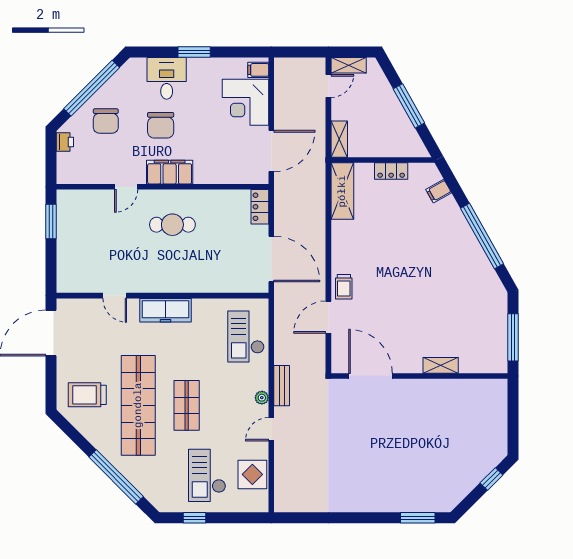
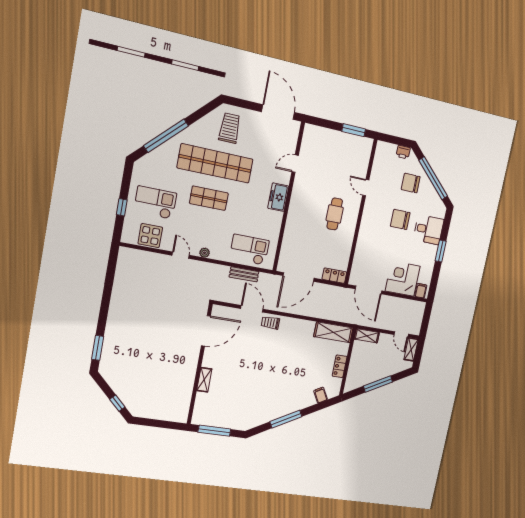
filing cabinet: (170, 172) -> (369, 219), removed
window: (482, 236) -> (286, 419), width x0.68
freezer: (166, 310) -> (278, 197), width x0.71
bench: (282, 386) -> (244, 274), moved
window: (194, 518) -> (122, 207), moved

